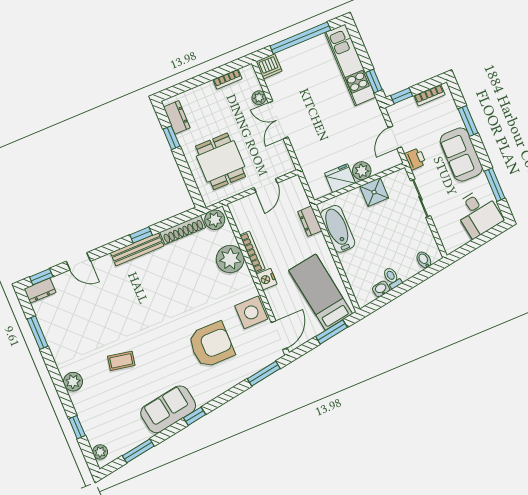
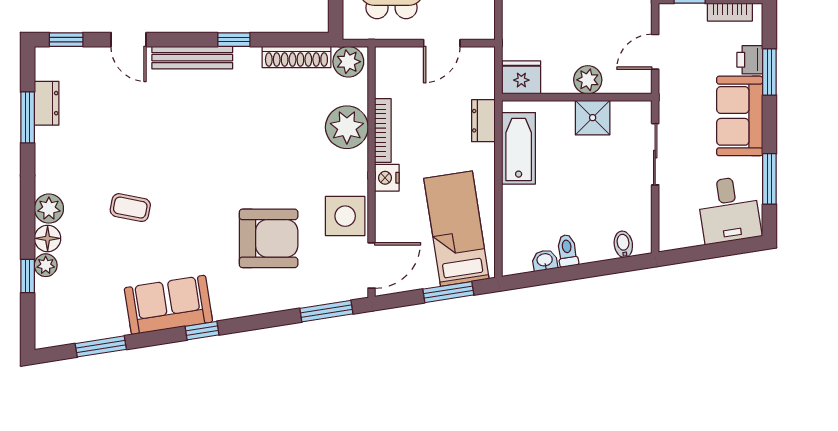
printer: (415, 159) -> (750, 60), moved, turned 180
fridge: (340, 178) -> (521, 77), moved
bench: (137, 249) -> (192, 58), moved
dresser: (40, 291) -> (47, 103), moved, turned -90
floor lamp: (80, 400) -> (48, 238), added
plant: (100, 452) -> (46, 265), moved

